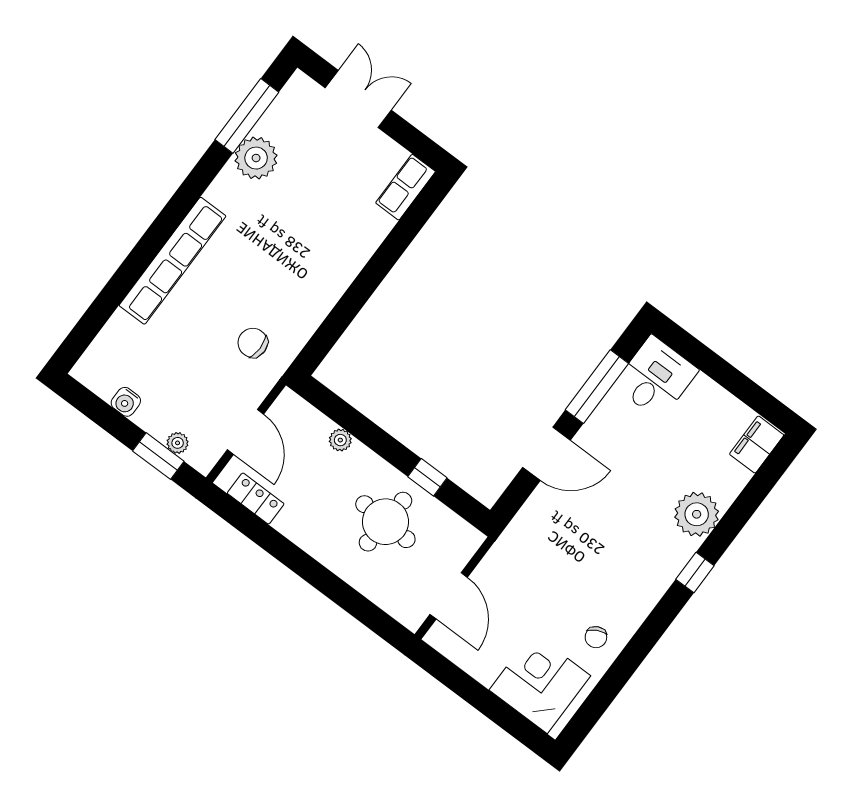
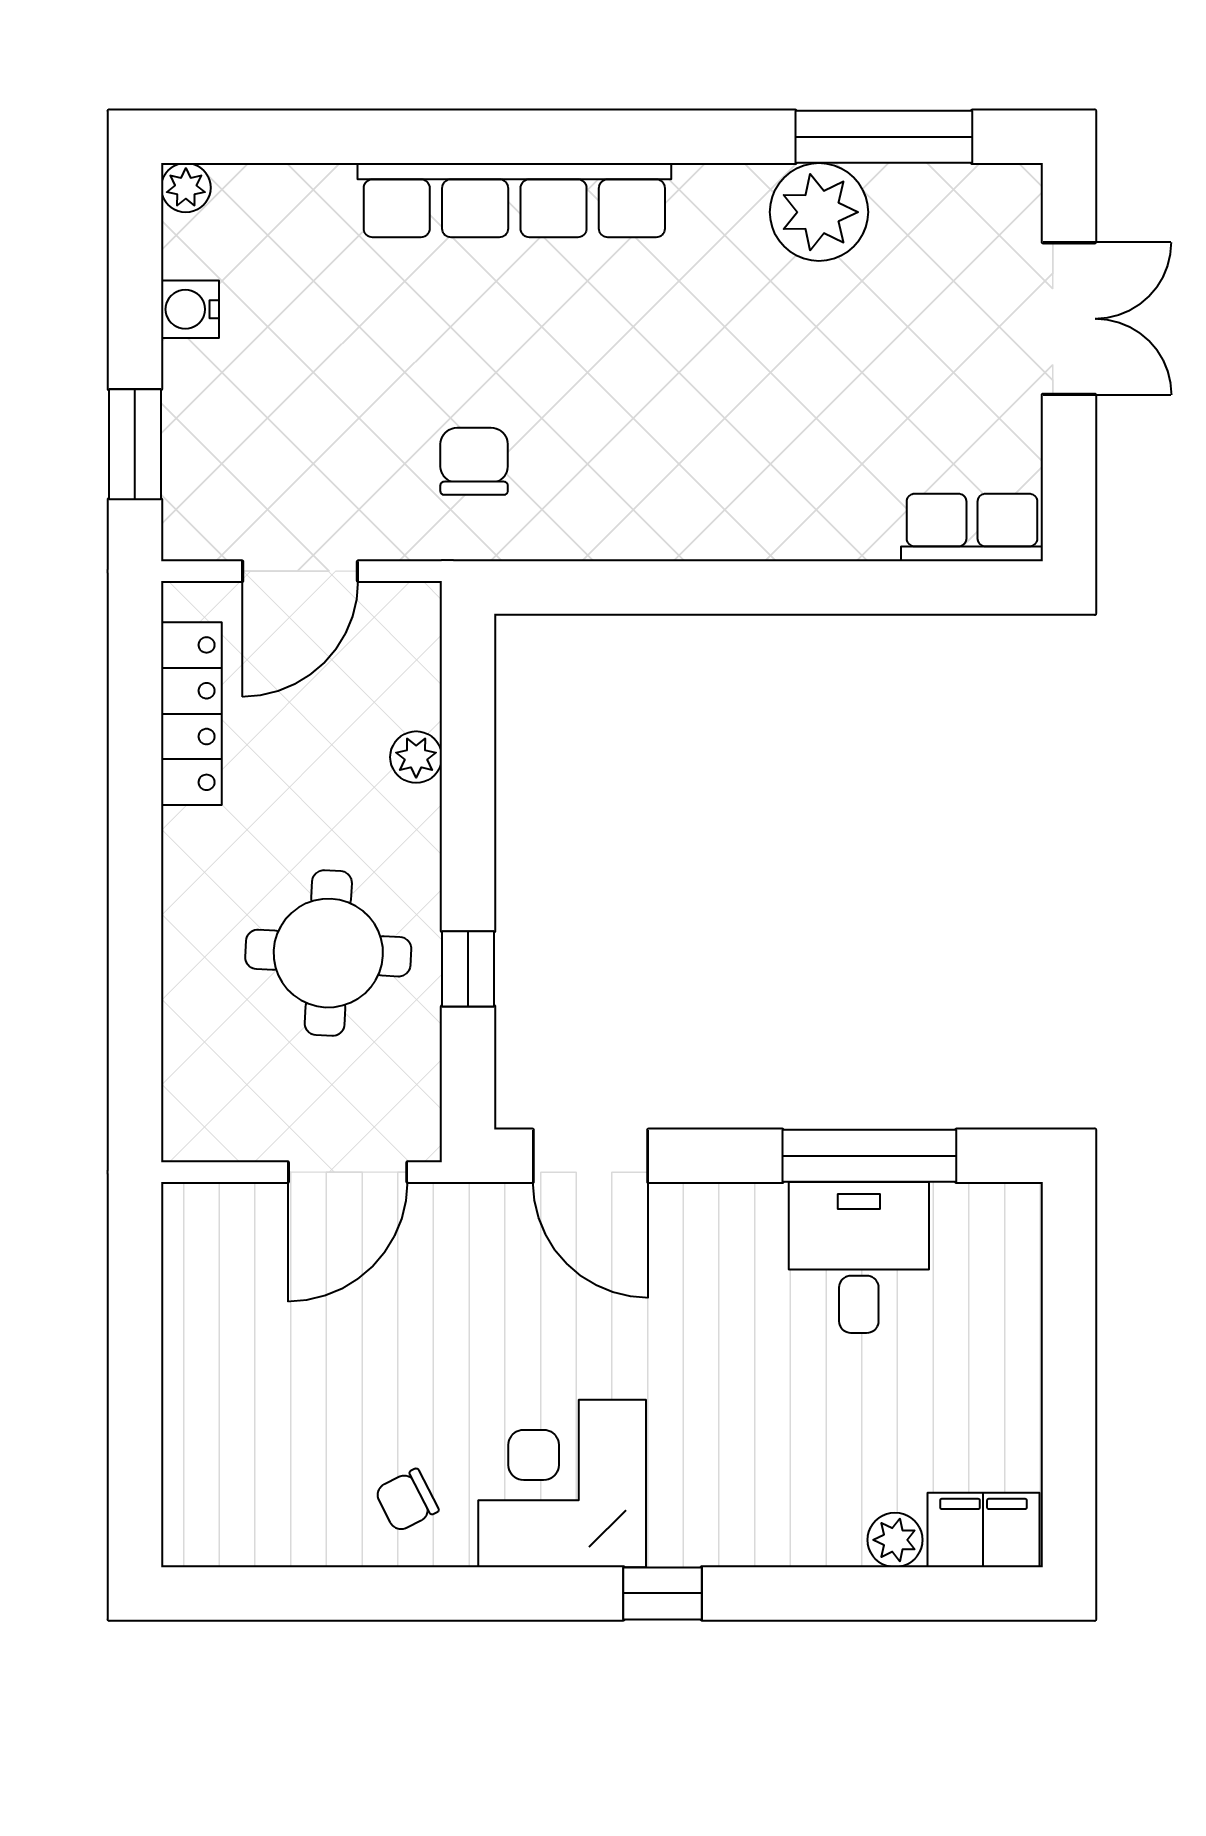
desk: (656, 378) -> (859, 1257), moved, turned -90
plant: (178, 443) -> (186, 188), moved
door: (547, 454) -> (590, 1156), moved
locker: (256, 499) -> (191, 714), width x1.53
plant: (697, 514) -> (895, 1540), moved, width x0.53, depth x0.53
door: (449, 596) -> (348, 1172), moved
corner desk: (540, 683) -> (562, 1483), moved, turned -90

